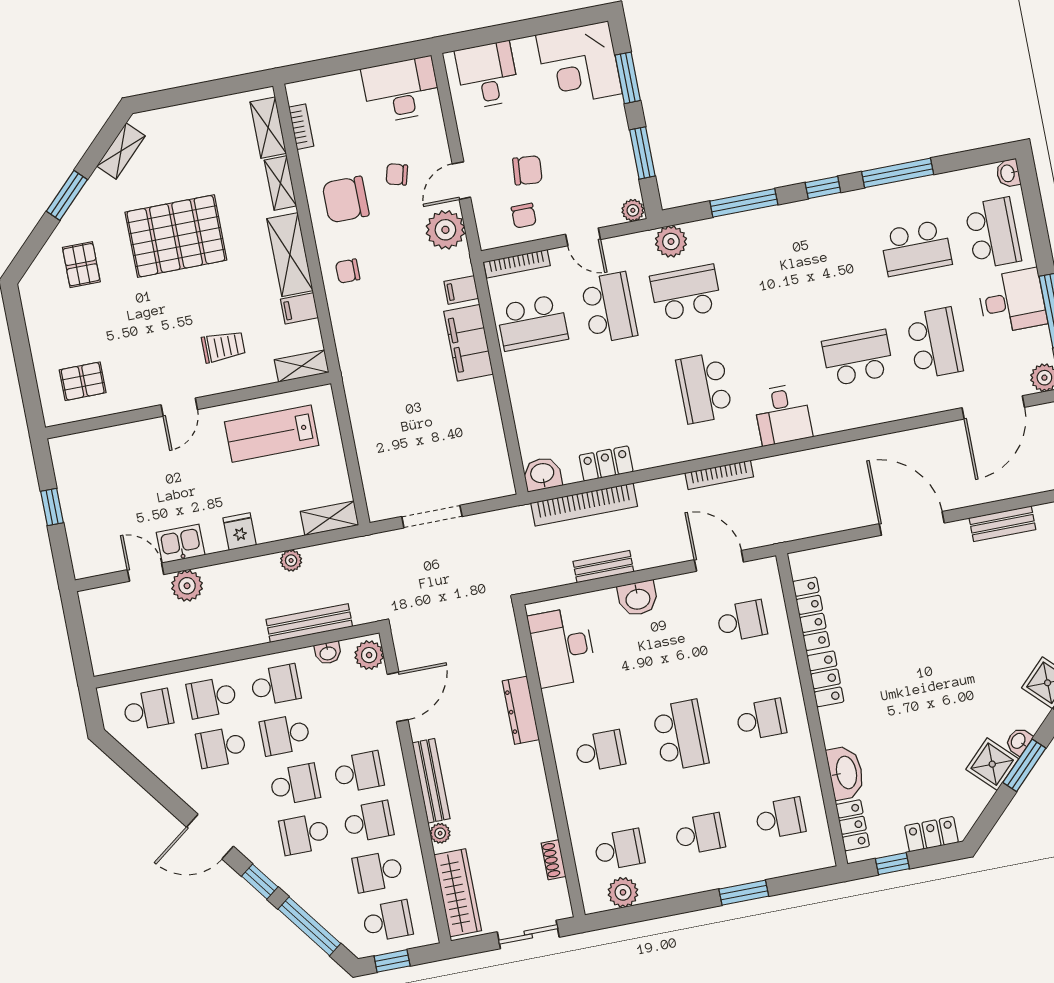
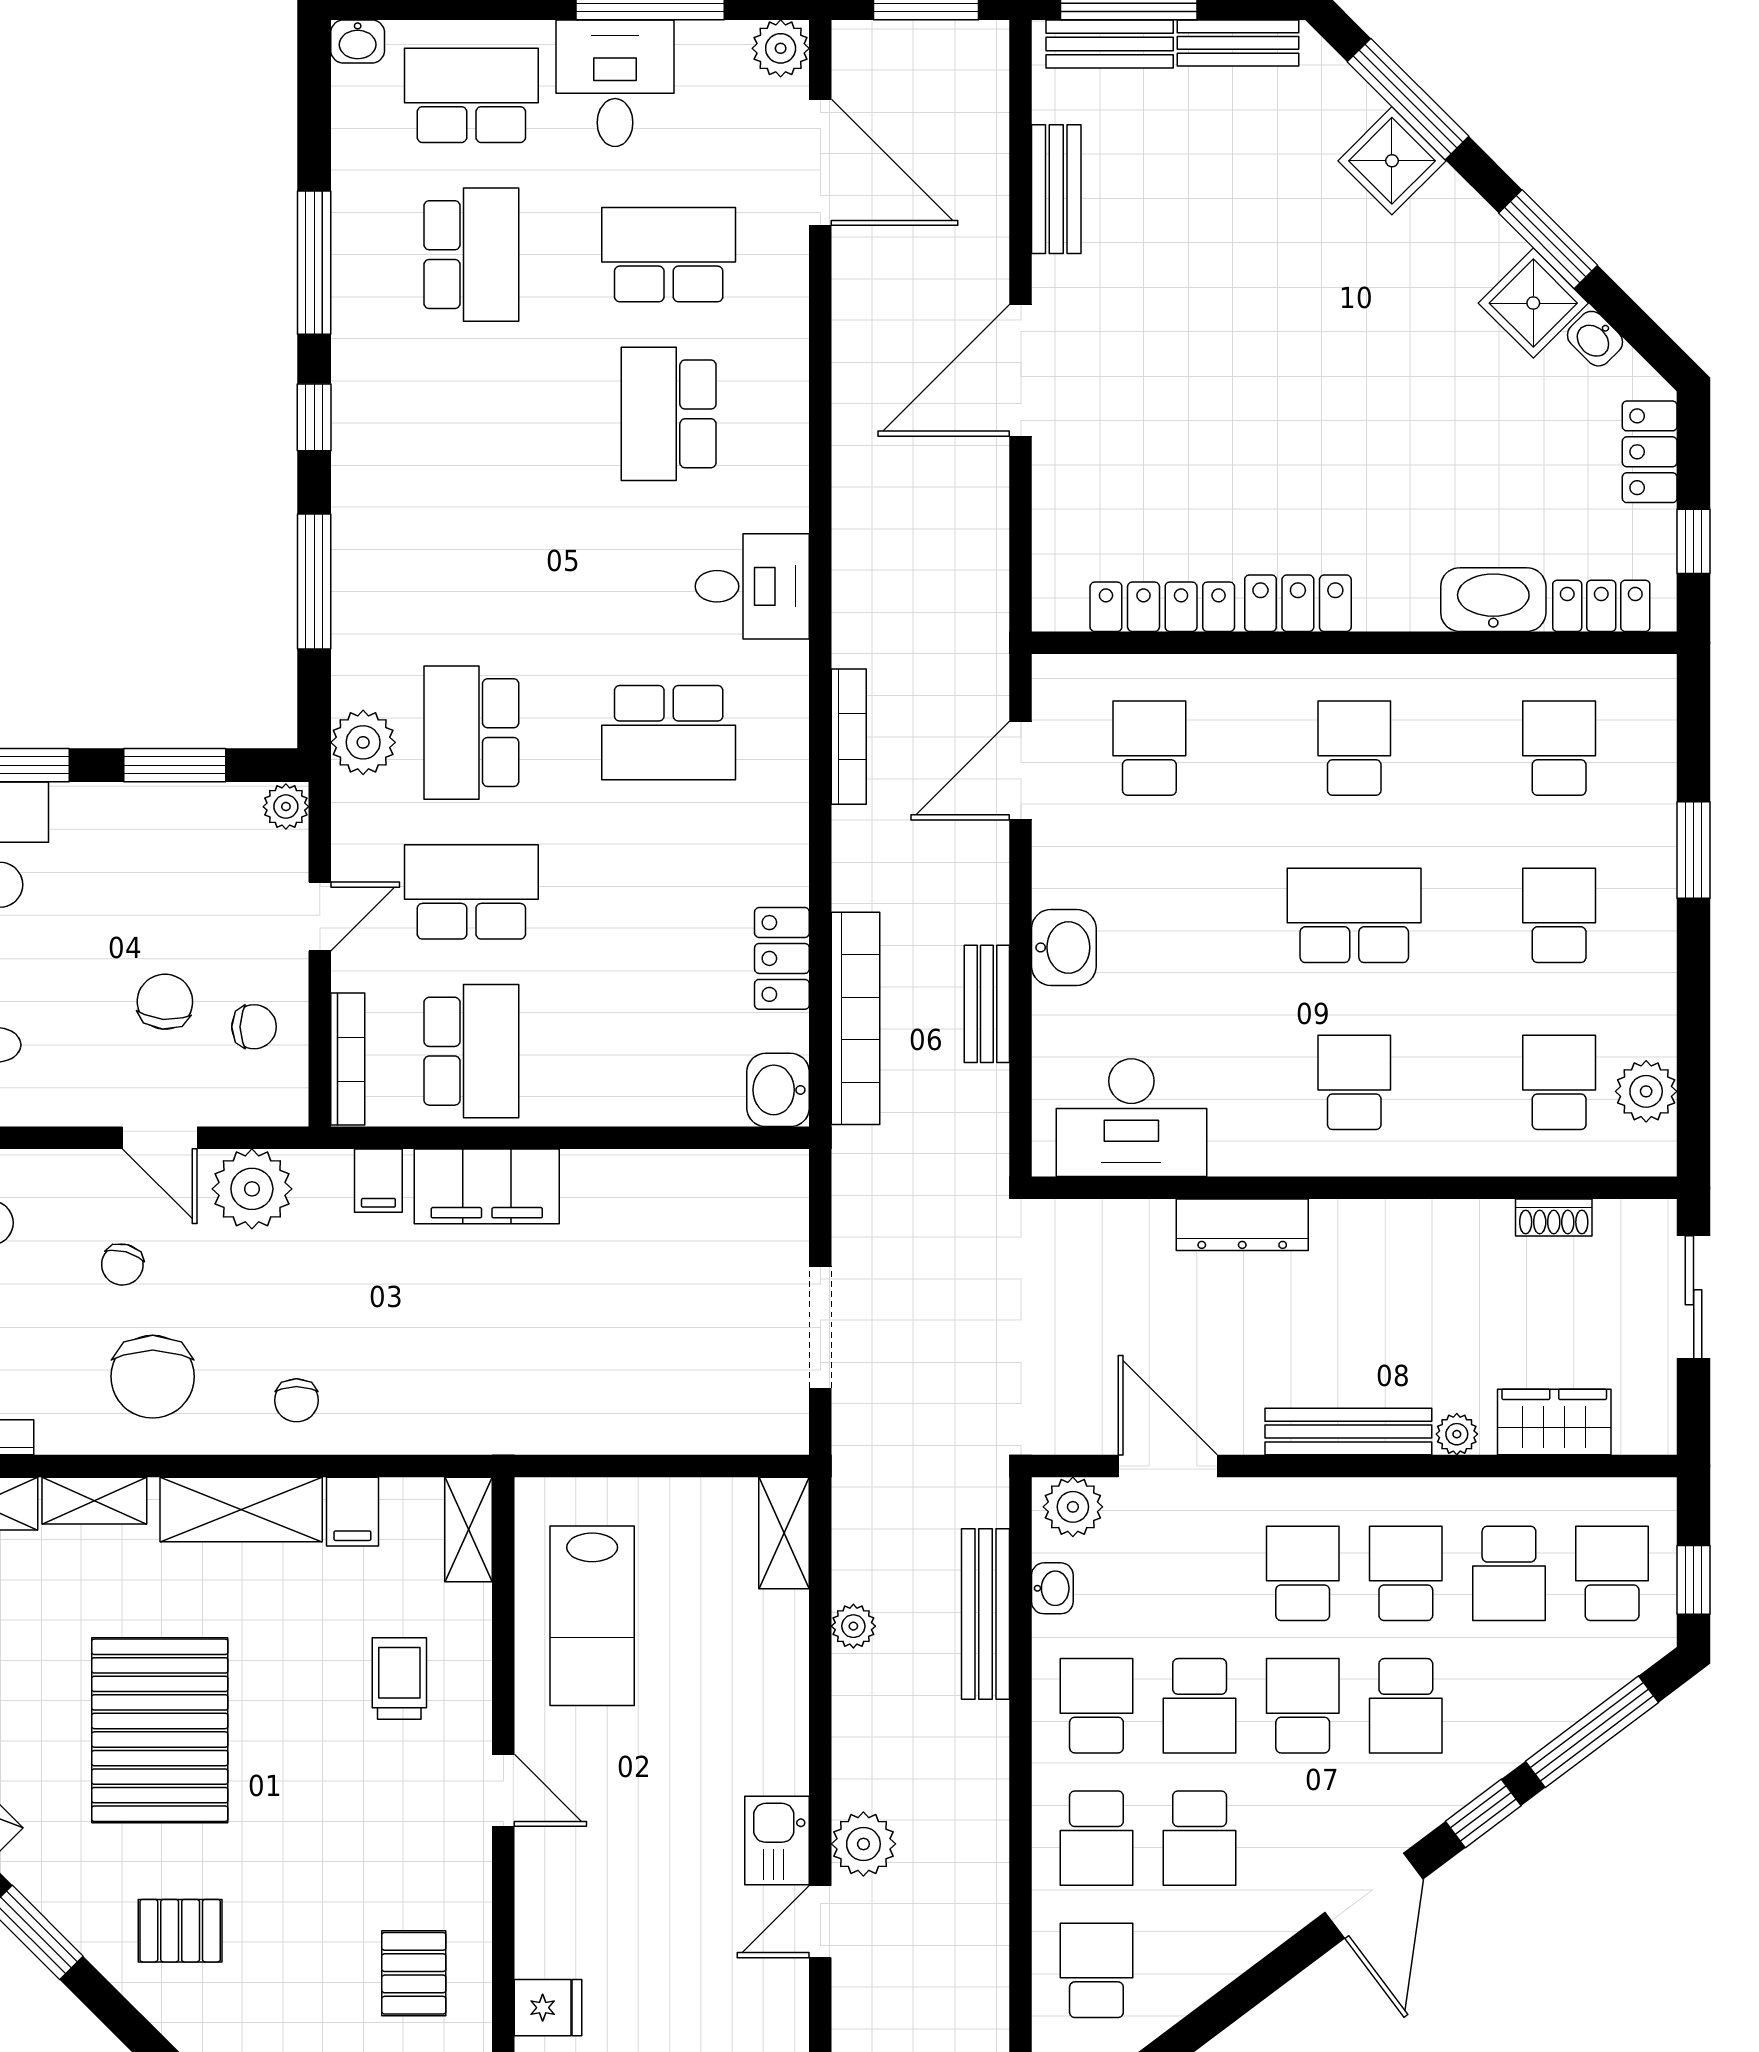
fridge: (240, 532) -> (548, 2008), moved, turned 180
washbasin: (1019, 741) -> (1595, 339), moved
wardrobe: (458, 893) -> (1554, 1422), width x0.67

